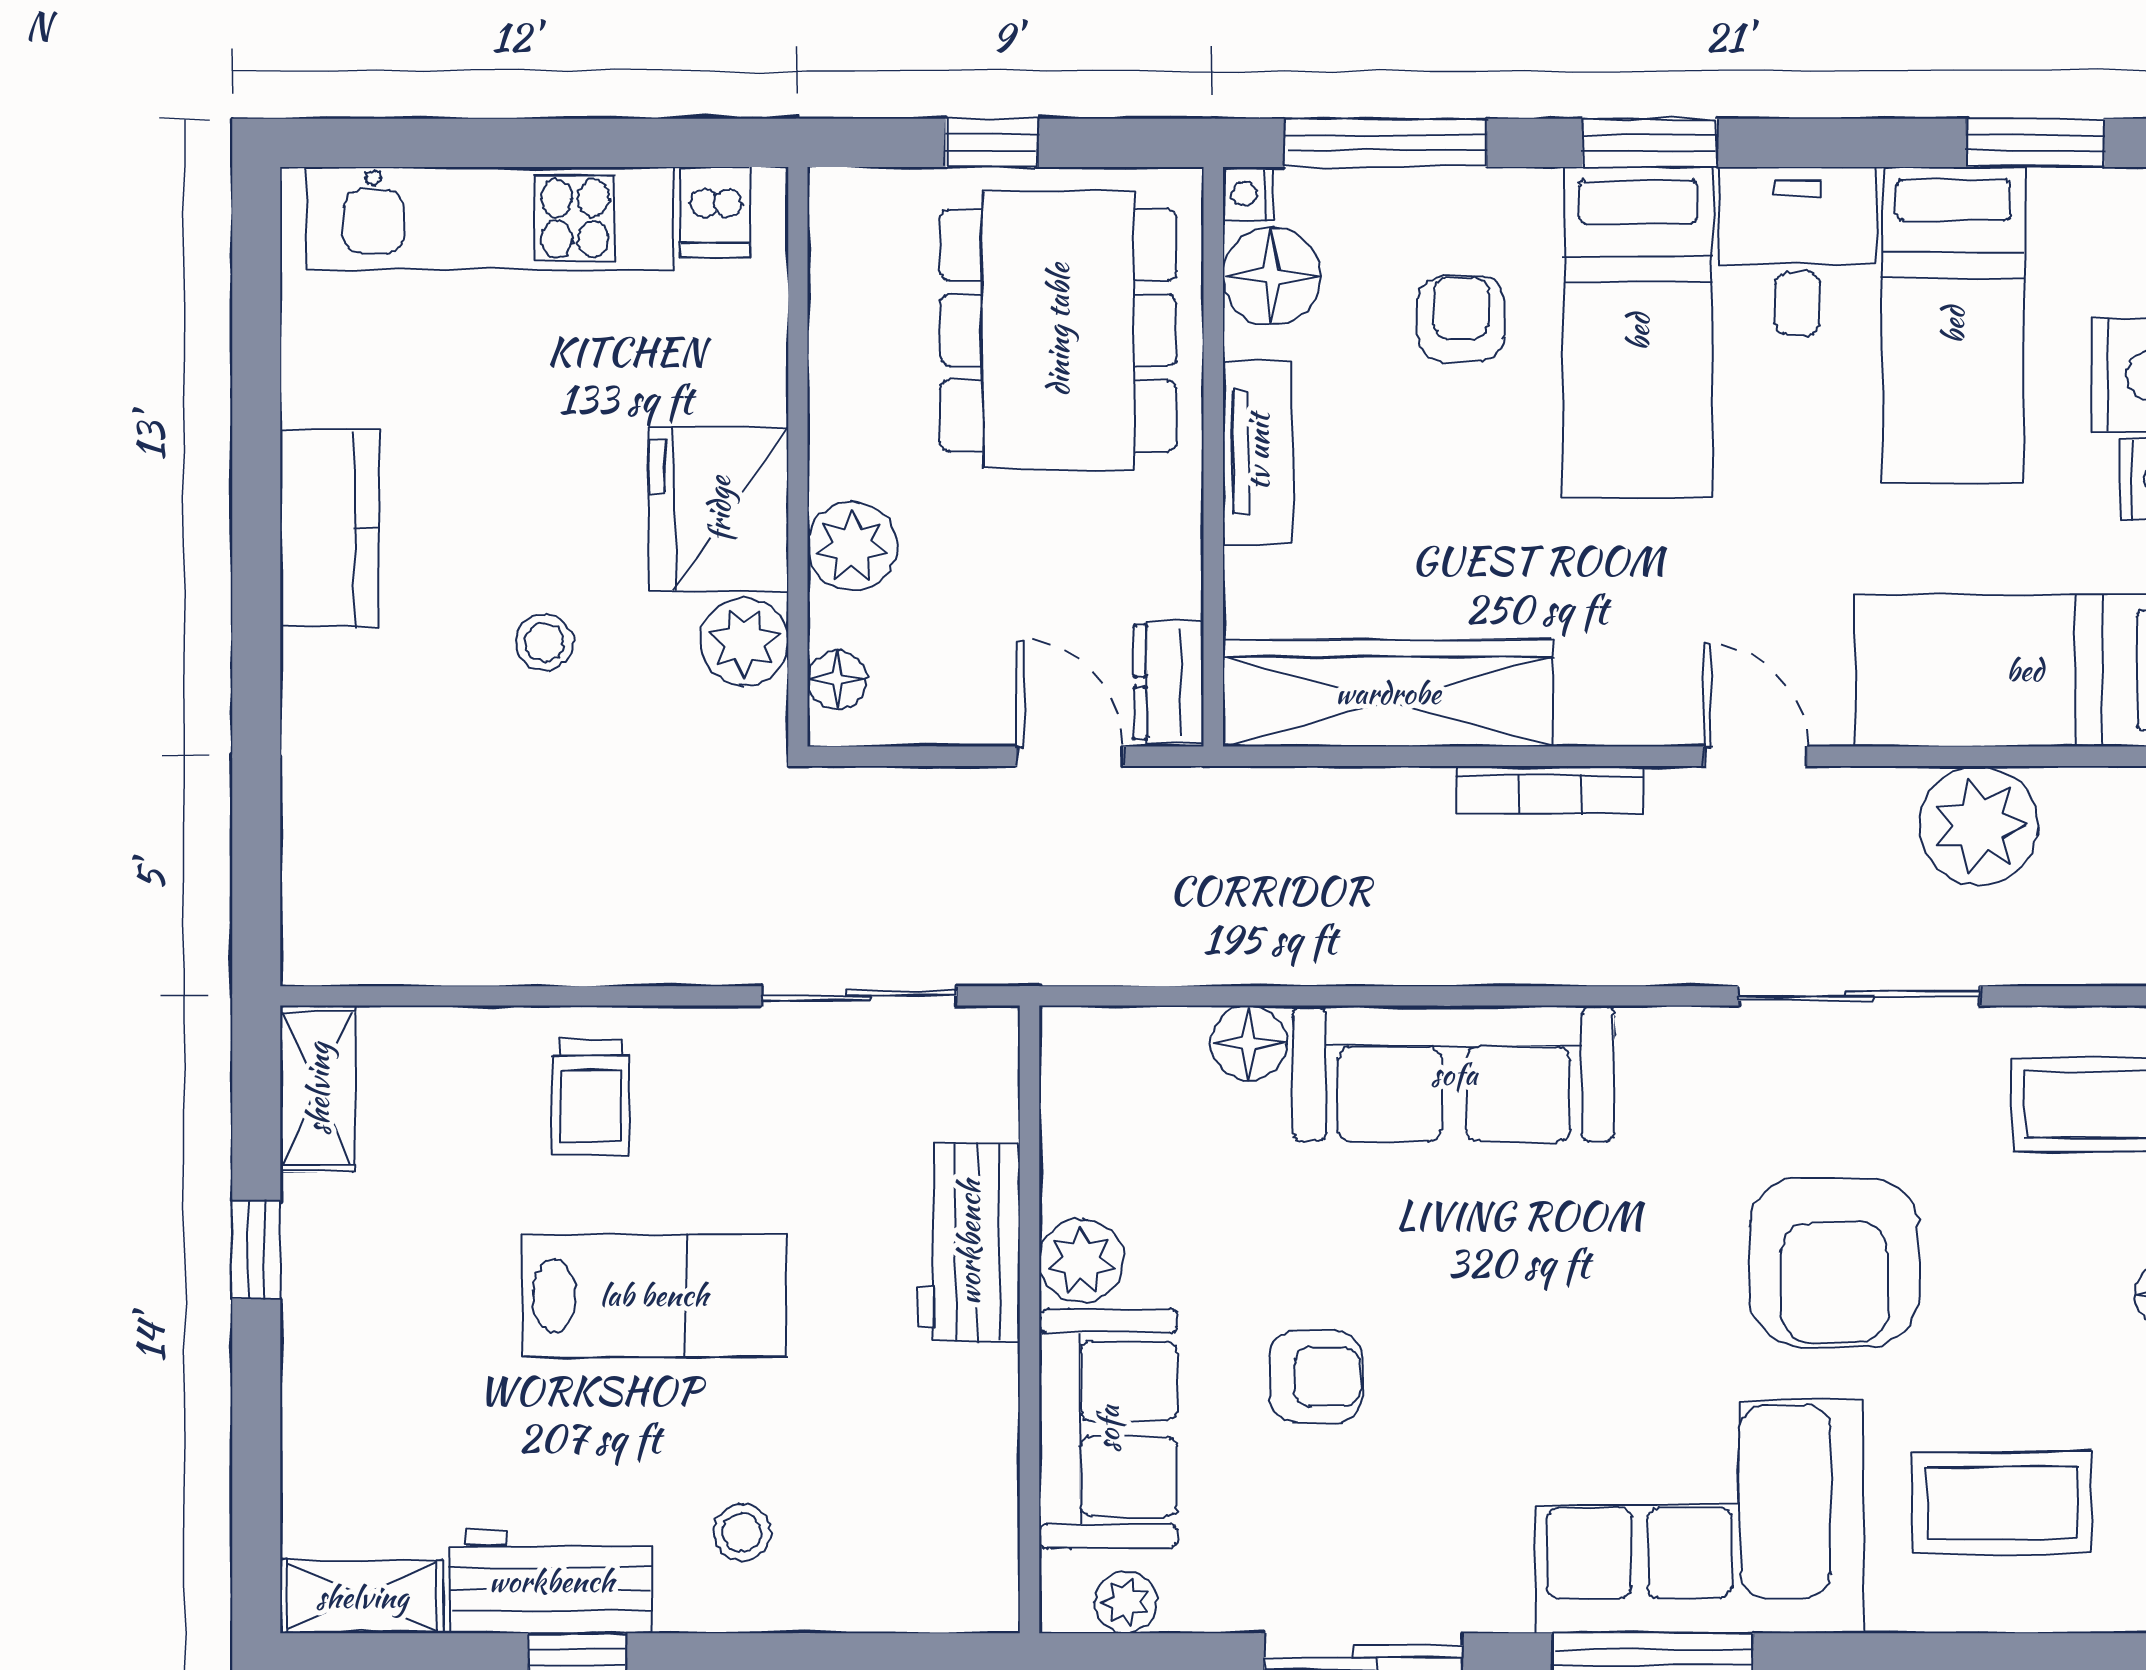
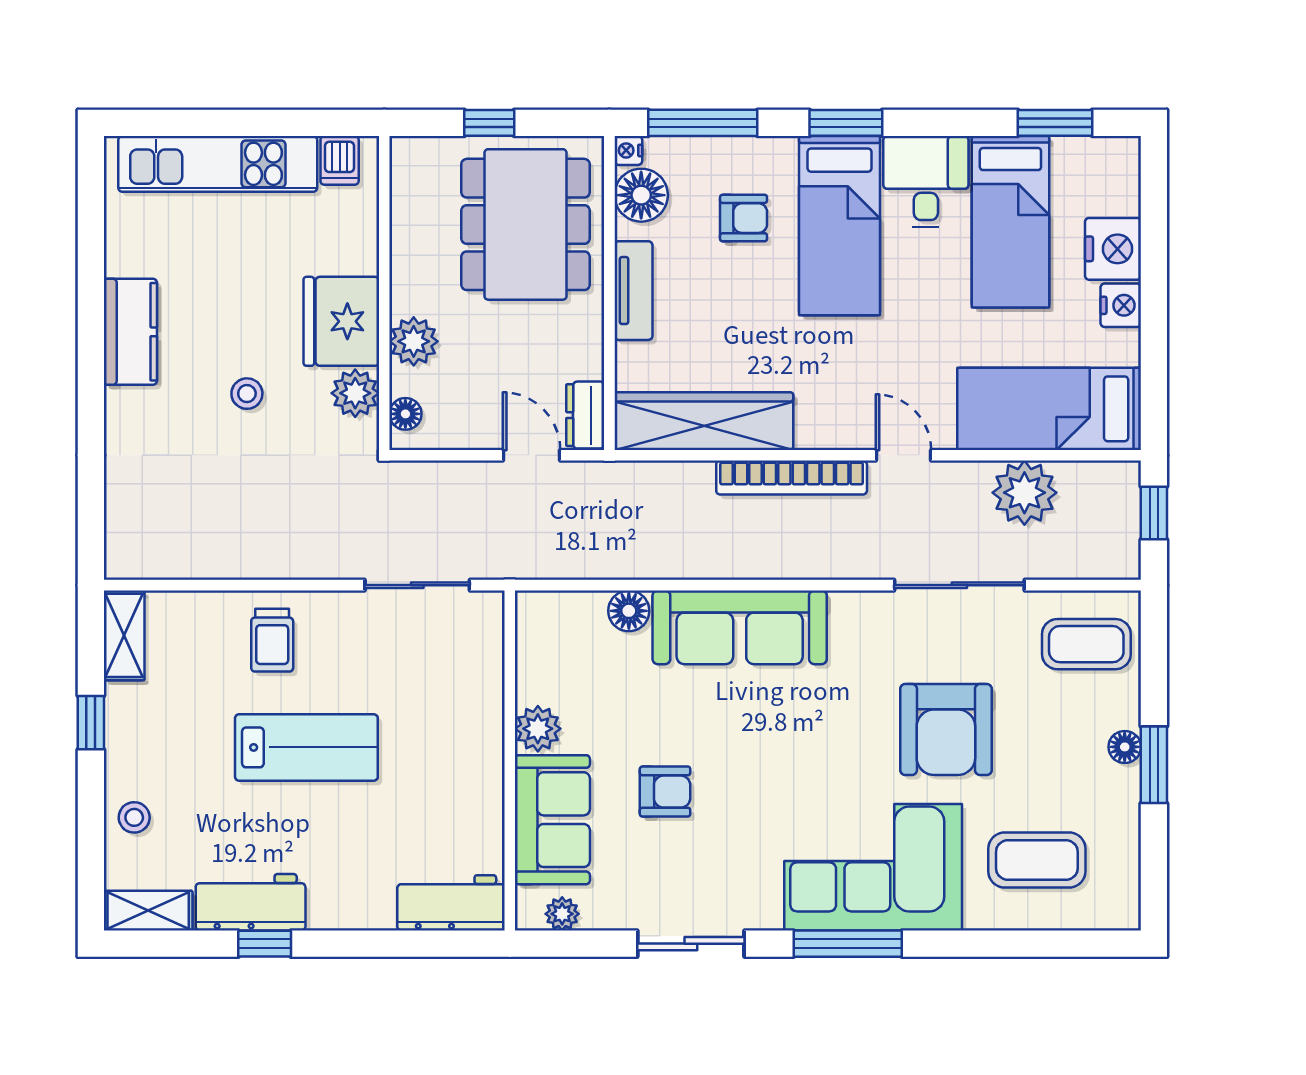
armchair: (1461, 319) -> (744, 218), turned 90
bookcase: (1550, 790) -> (792, 478), width x1.48, depth x1.31
workbench: (969, 1243) -> (451, 903), moved, turned 90
stool: (742, 1532) -> (134, 817), moved

